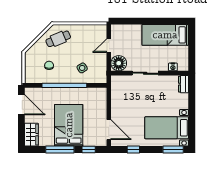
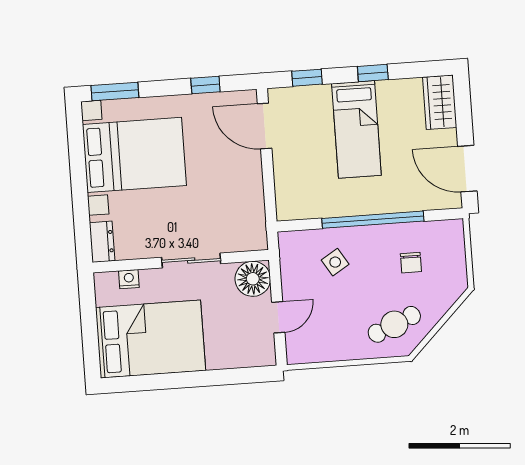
bed: (165, 35) -> (151, 339), width x1.50
bed: (69, 125) -> (356, 129), width x0.67
bed with nightstands: (167, 128) -> (134, 155), width x1.36
window: (60, 149) -> (373, 73), width x0.46

